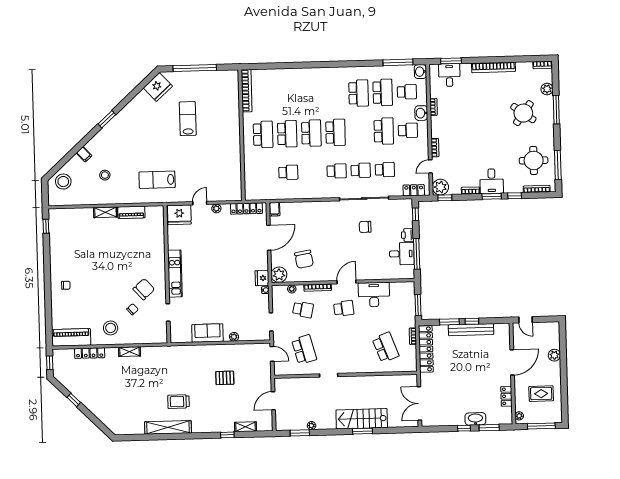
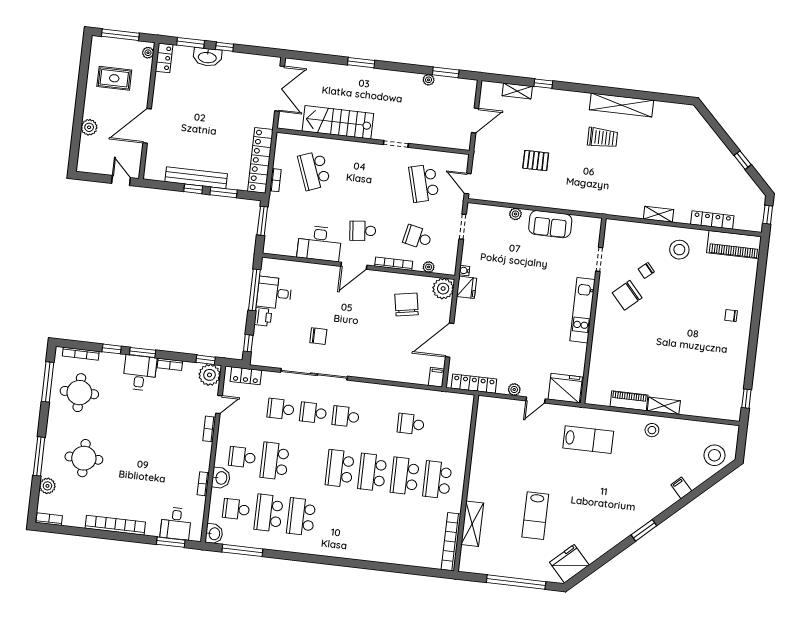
shelving: (233, 106) -> (472, 524), added
round table: (523, 113) -> (84, 458), turned -36
stool: (105, 175) -> (652, 430), moved
locker: (506, 396) -> (164, 58), moved
stairs: (362, 419) -> (338, 122), moved, turned 180

